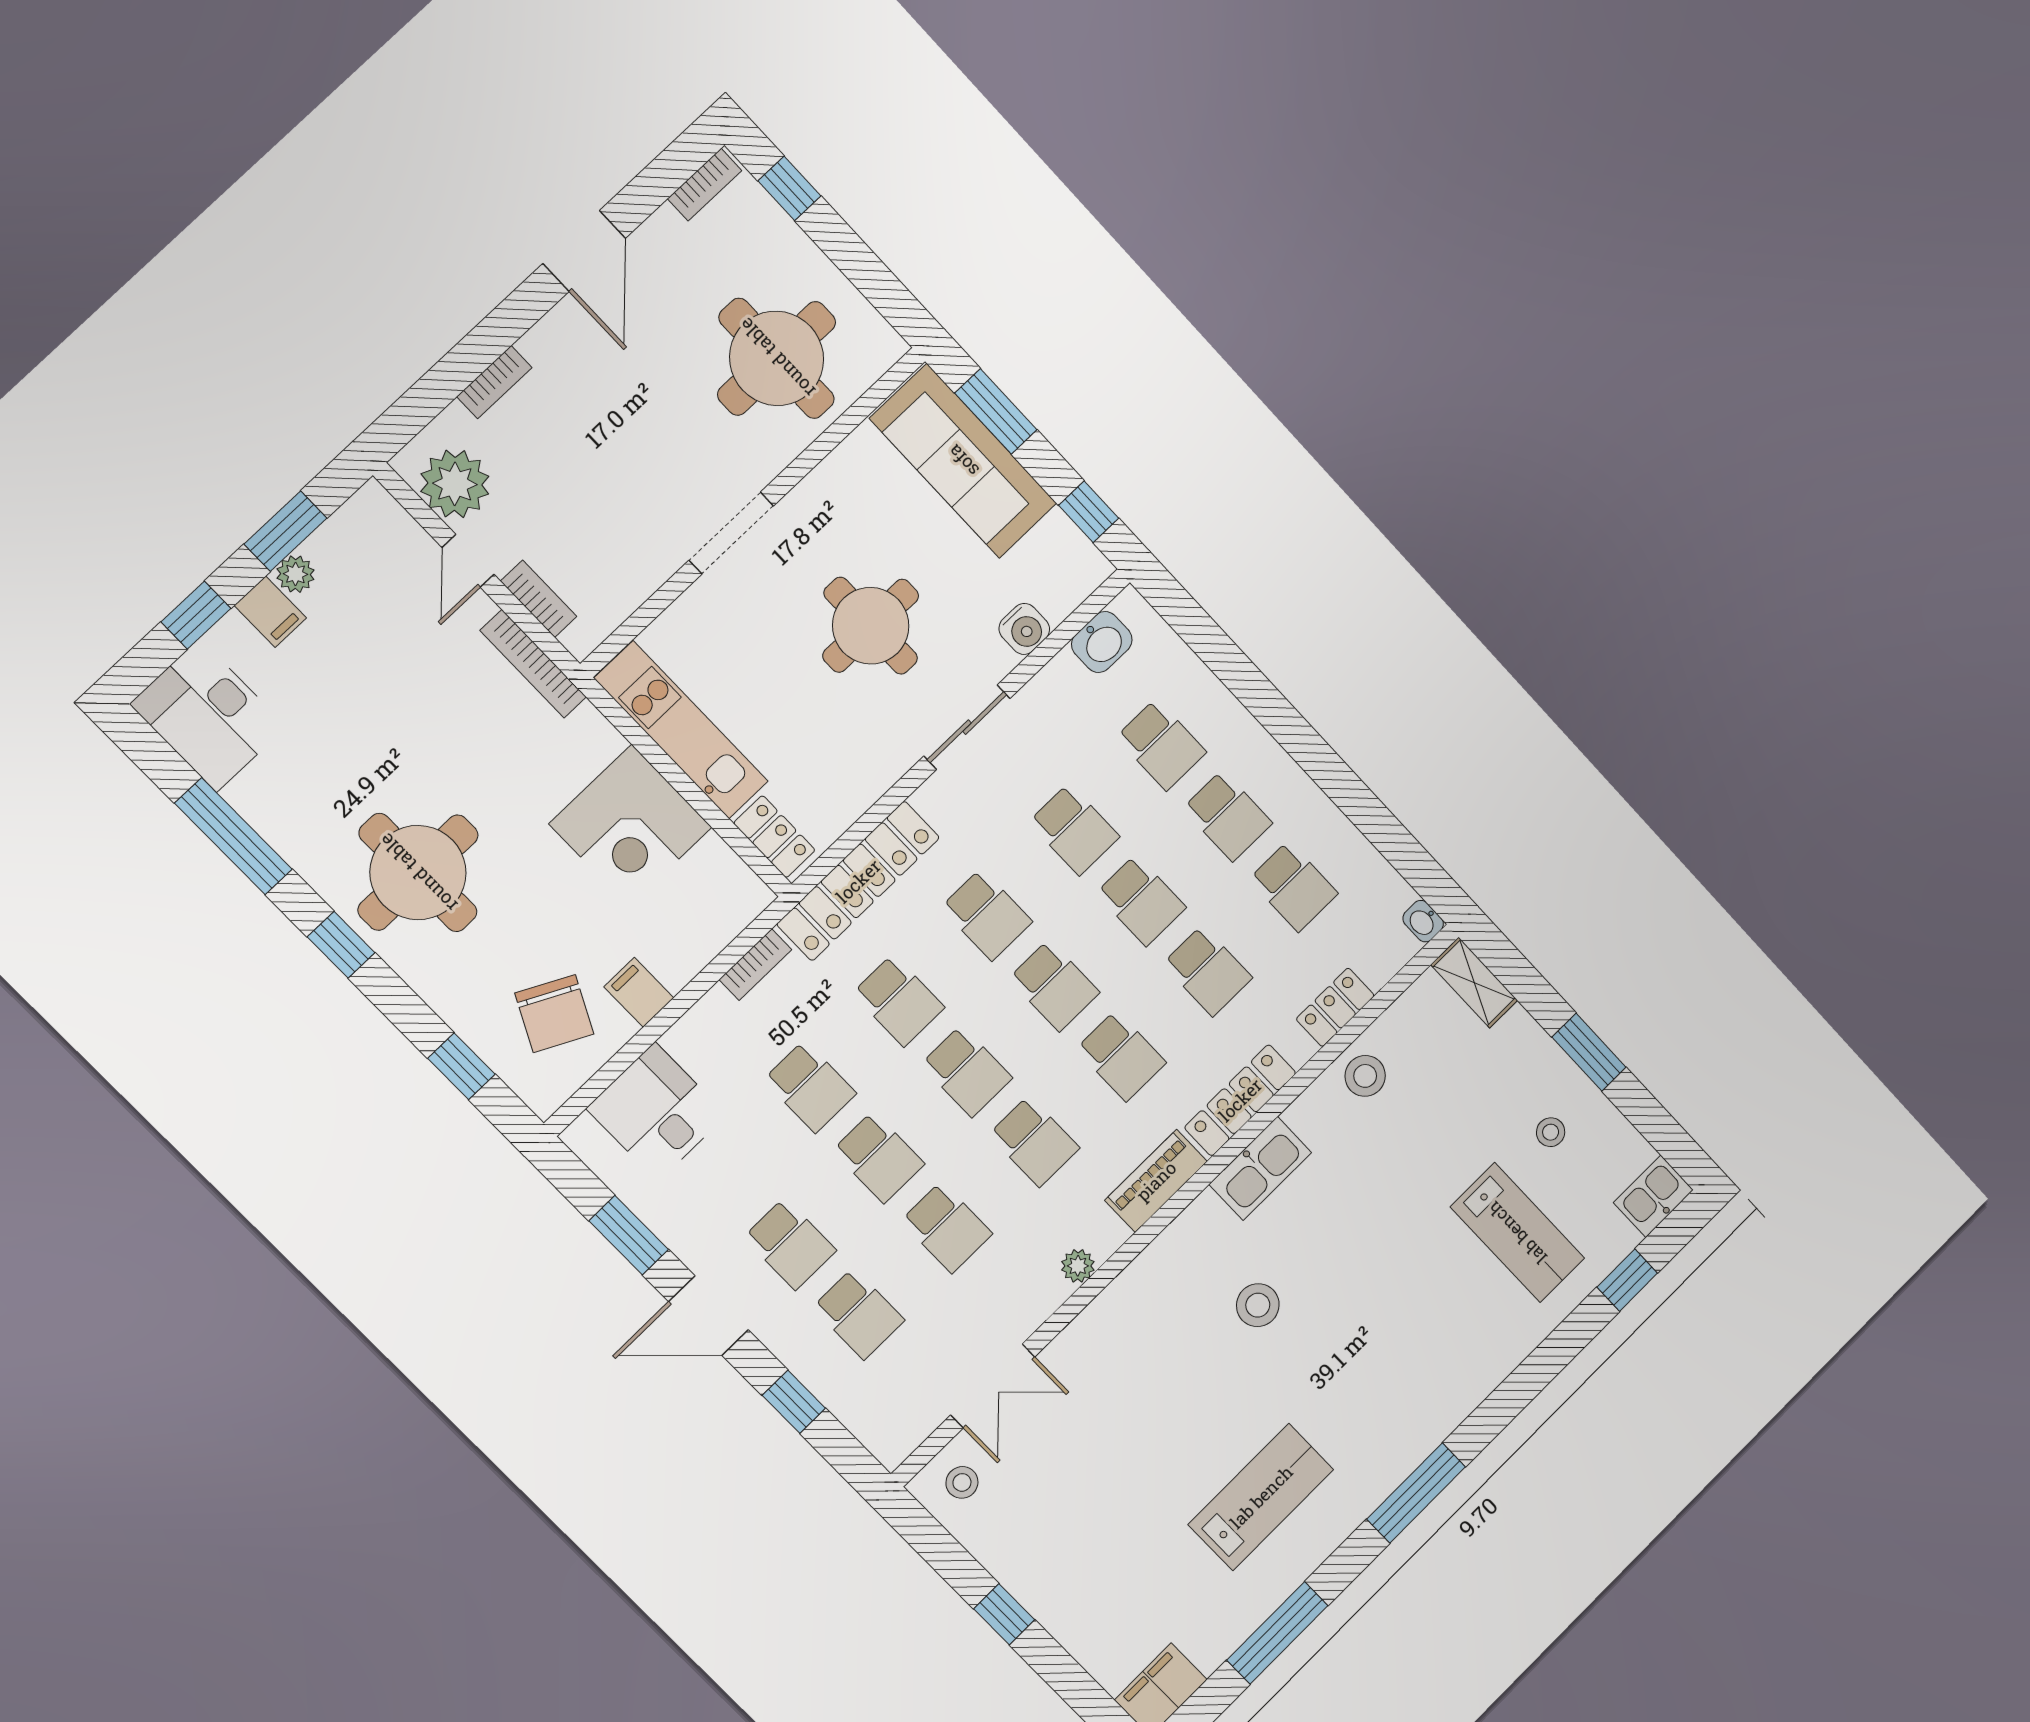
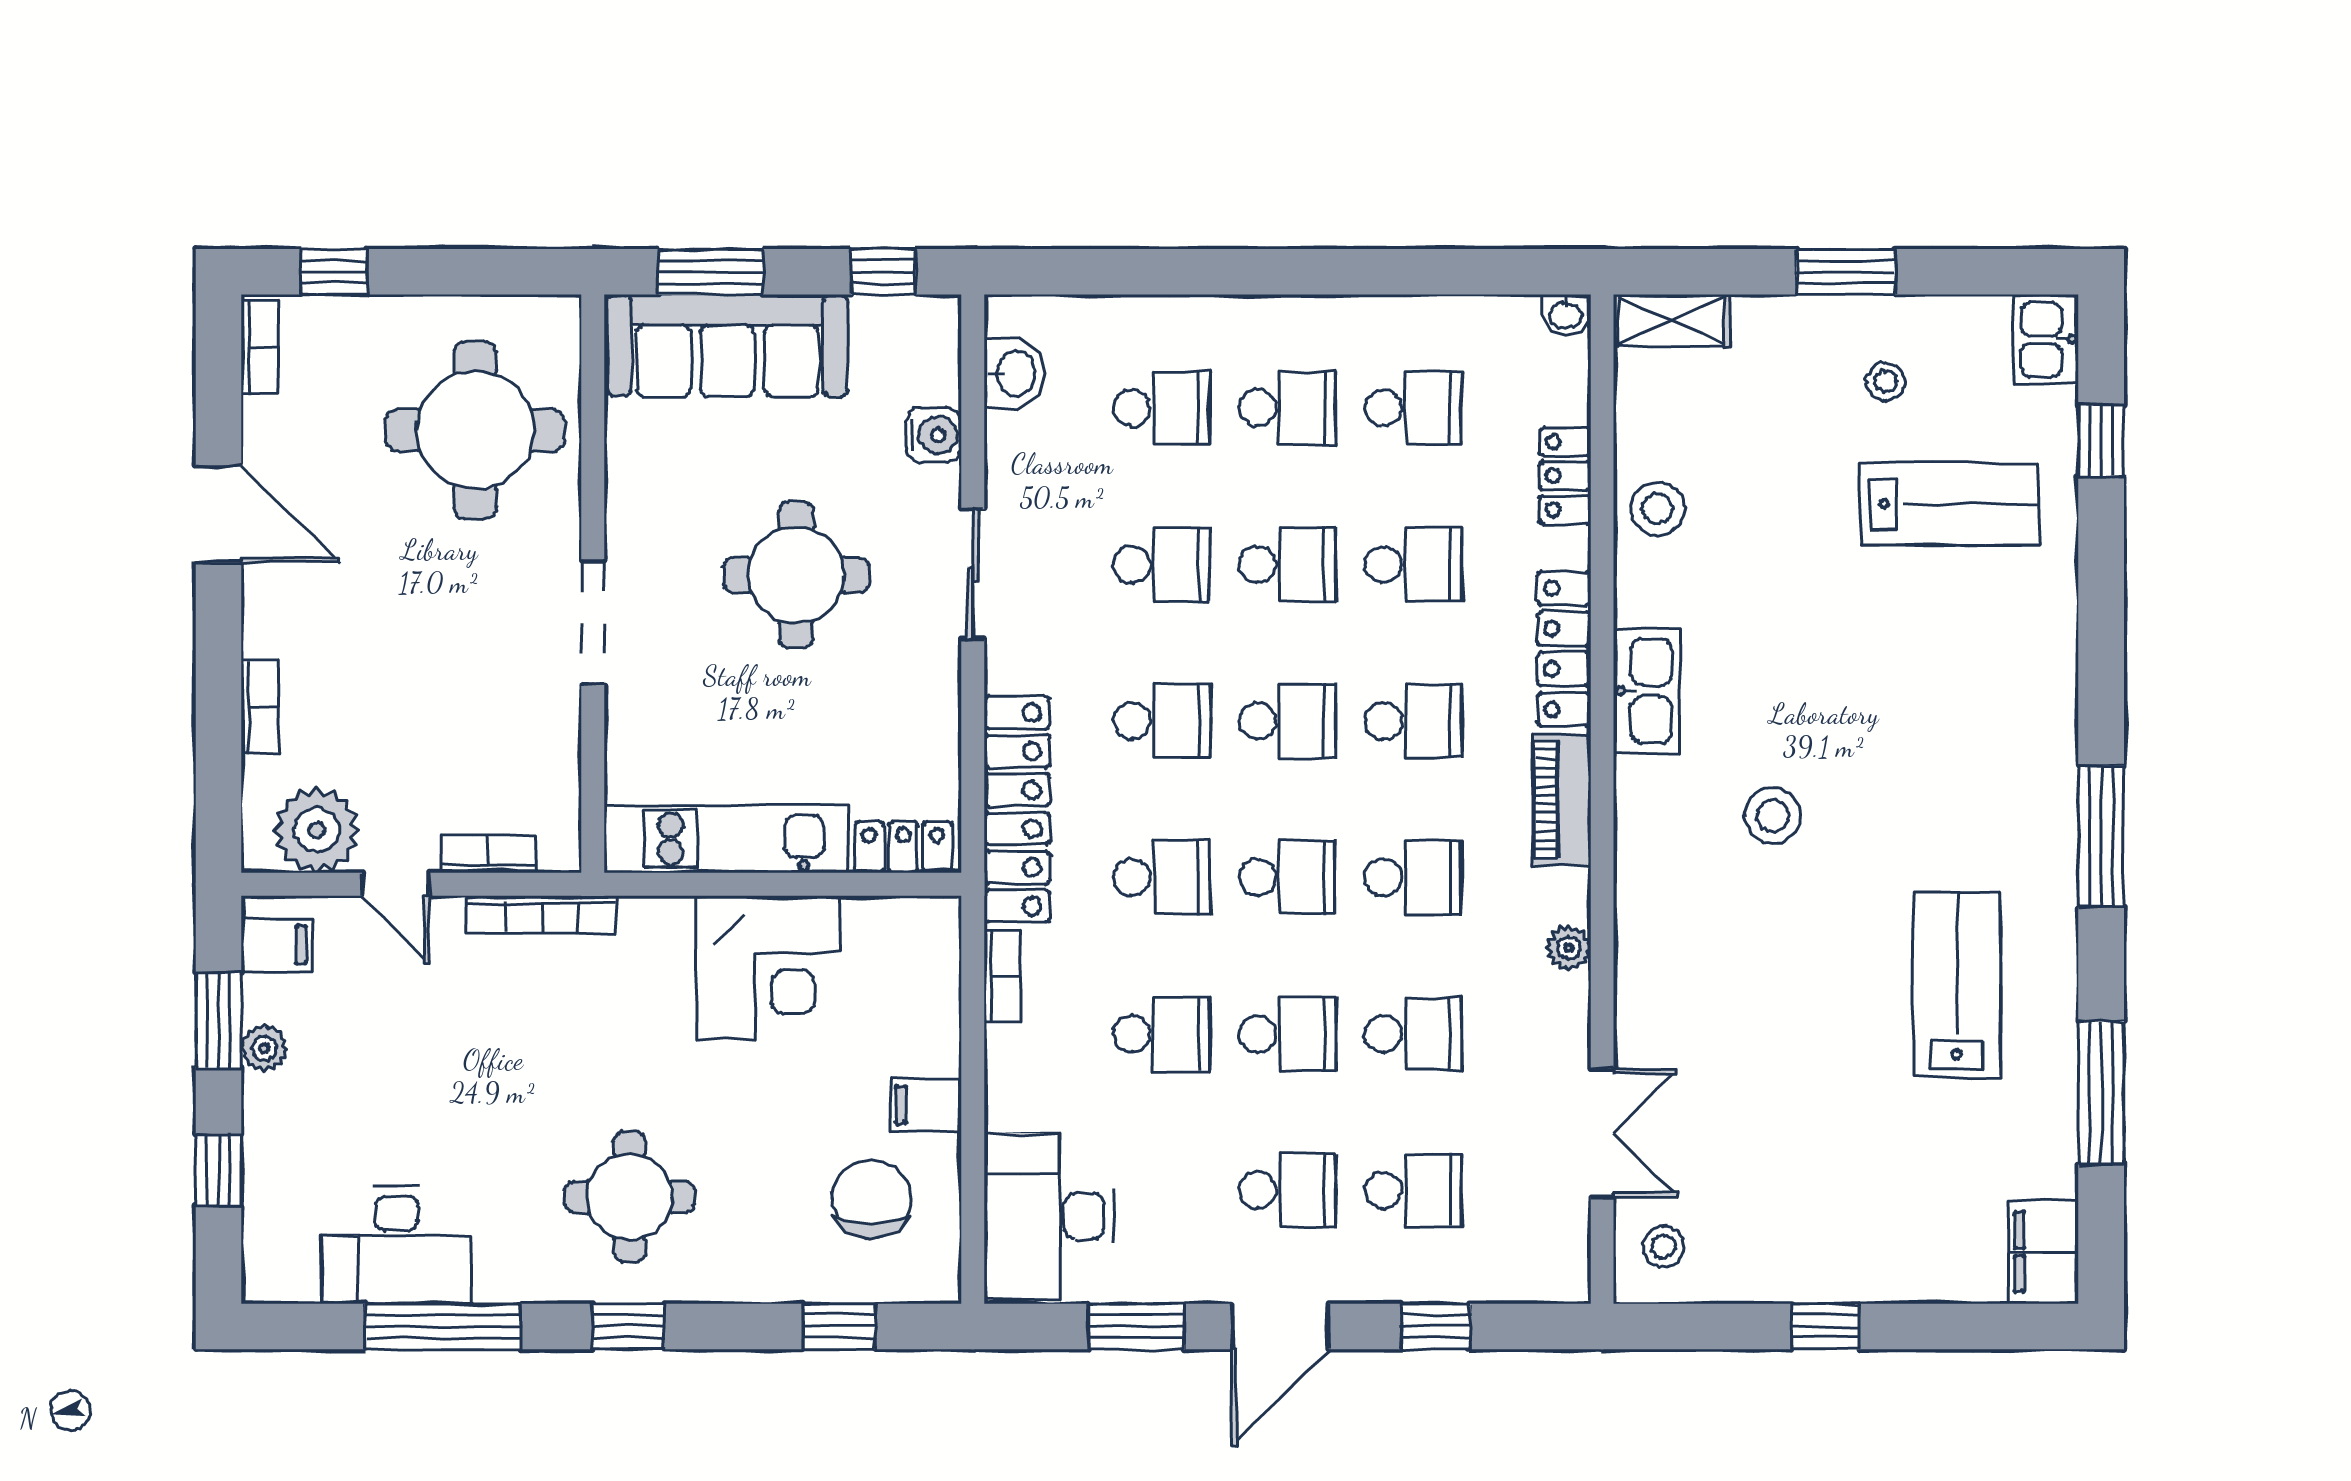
filing cabinet: (270, 612) -> (277, 945), moved
desk: (208, 715) -> (397, 1245), moved
round table: (418, 873) -> (629, 1197), width x0.73, depth x0.73
chair: (554, 1014) -> (872, 1199), turned -117
desk: (657, 1112) -> (1049, 1216), width x1.37

